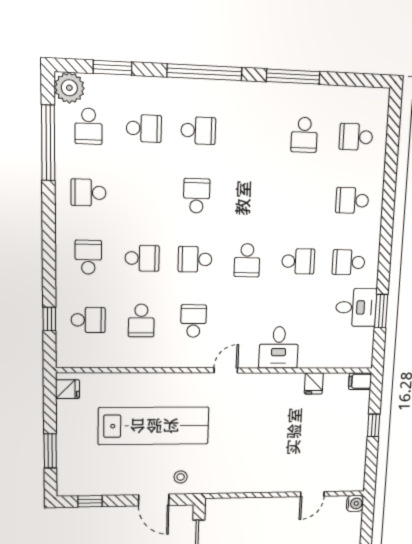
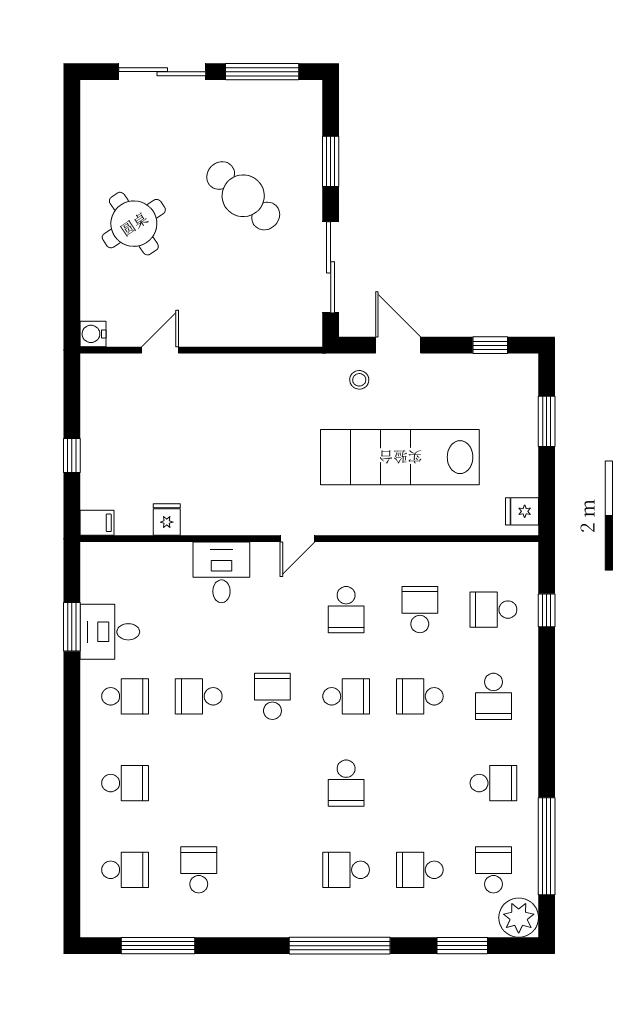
window: (293, 77) -> (158, 946), moved

